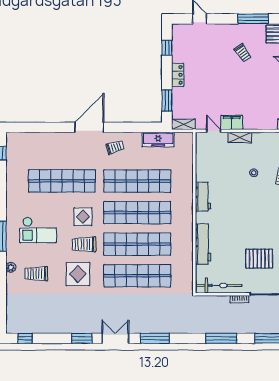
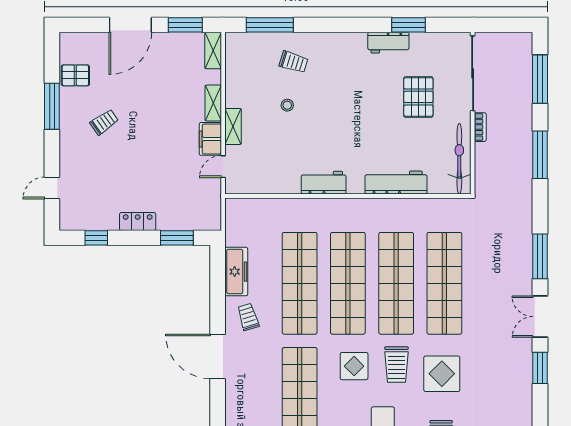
shelving: (183, 124) -> (213, 103), moved
freezer: (158, 139) -> (236, 272), moved

